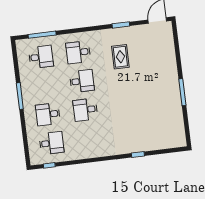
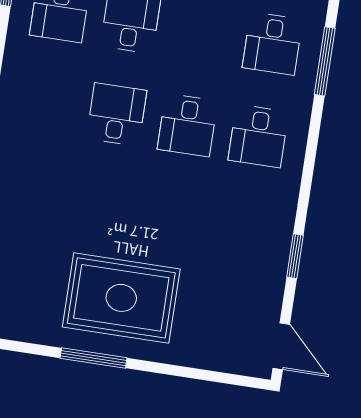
desk: (78, 52) -> (258, 136), turned 180
rug: (120, 57) -> (121, 298), moved, width x1.86, depth x2.06

